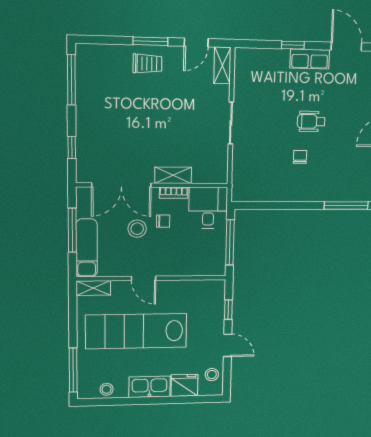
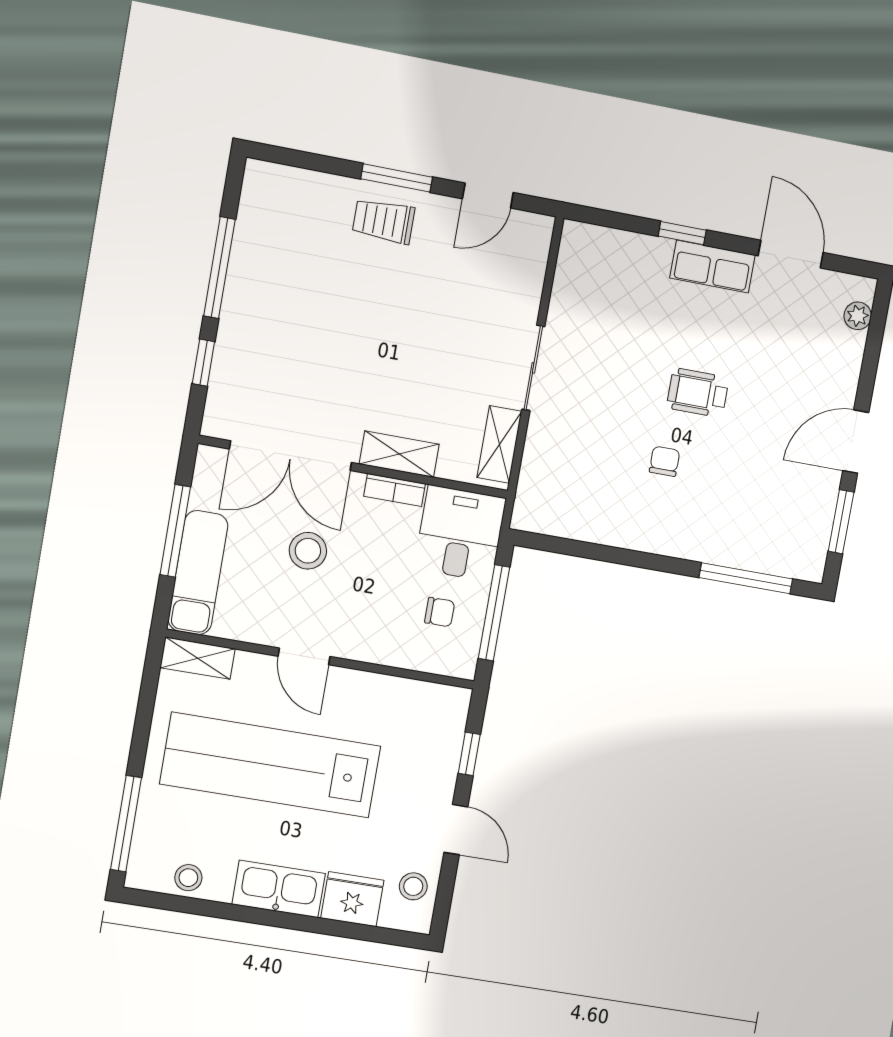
trolley: (147, 64) -> (384, 221), turned 180
shelving: (222, 65) -> (499, 444), moved
window: (71, 80) -> (219, 268), moved
chair: (163, 221) -> (440, 612), moved

